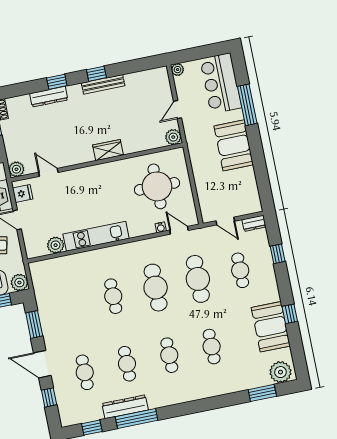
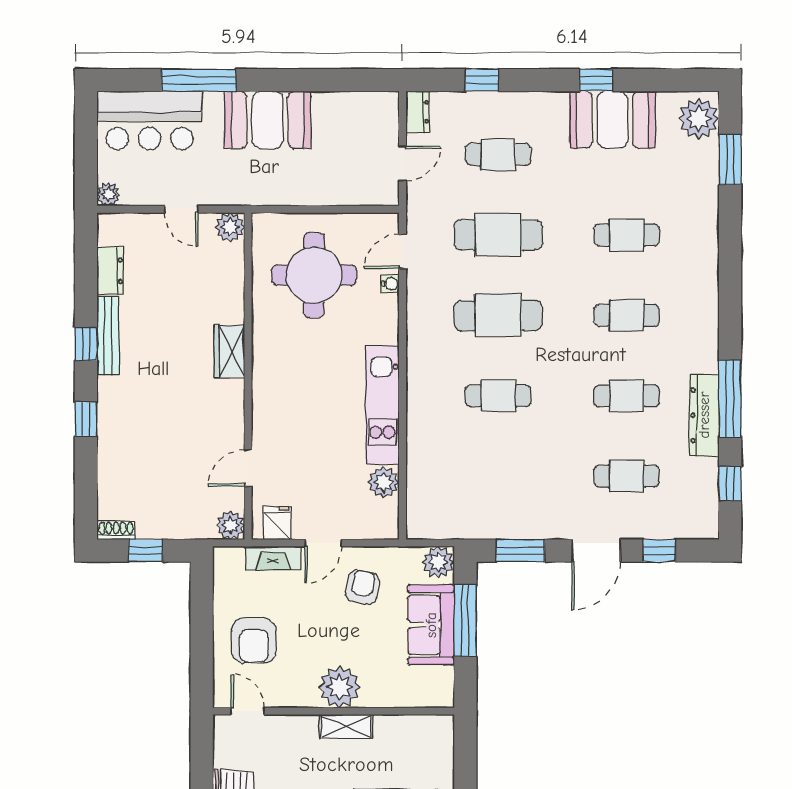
dresser: (49, 97) -> (110, 271), moved, width x0.70

